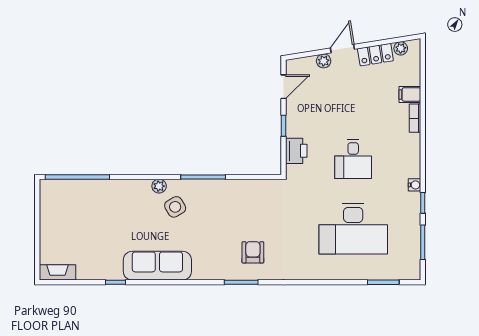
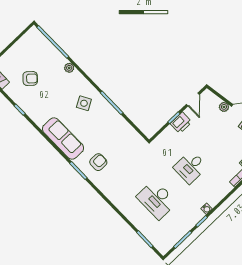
door: (284, 87) -> (193, 100), hinge flipped
printer: (296, 151) -> (181, 123), moved
plant: (159, 186) -> (69, 68), moved
desk: (353, 229) -> (157, 200), width x0.73, depth x0.77
armchair: (93, 239) -> (30, 79), added
sofa: (157, 266) -> (63, 138), moved

